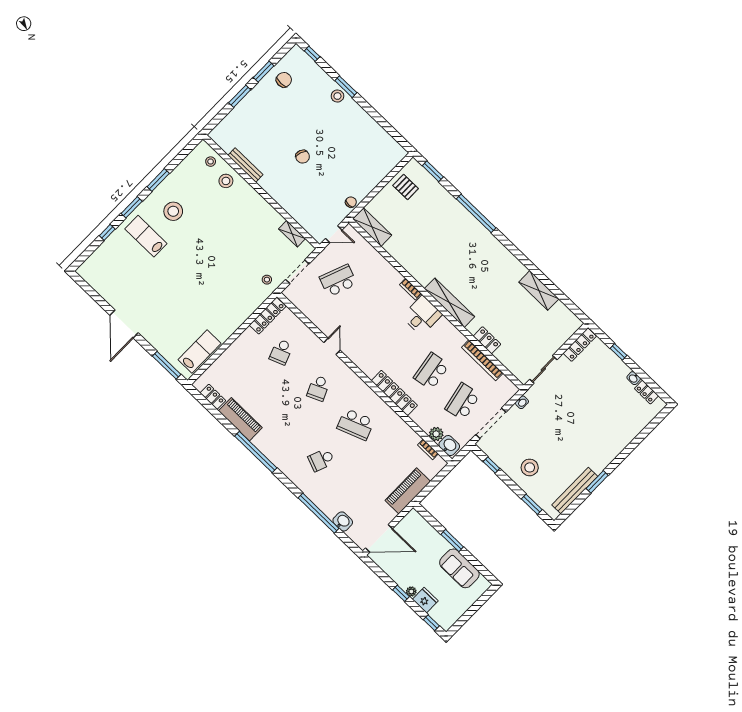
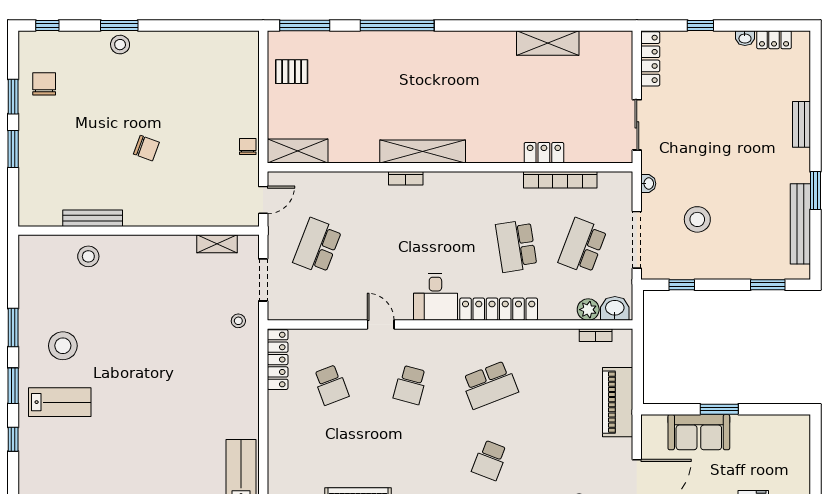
stool: (211, 162) -> (51, 251), removed
window: (433, 171) -> (305, 25), width x1.44
lab bench: (146, 236) -> (60, 402), turned 180
shelving: (450, 303) -> (423, 152), moved
desk: (422, 316) -> (435, 297), moved, turned 180
school desk: (318, 388) -> (410, 385), turned 39
school desk: (463, 402) -> (583, 246), turned 33
bench: (621, 444) -> (802, 124), added
stool: (530, 467) -> (697, 219), moved
sofa: (459, 568) -> (699, 432), moved

